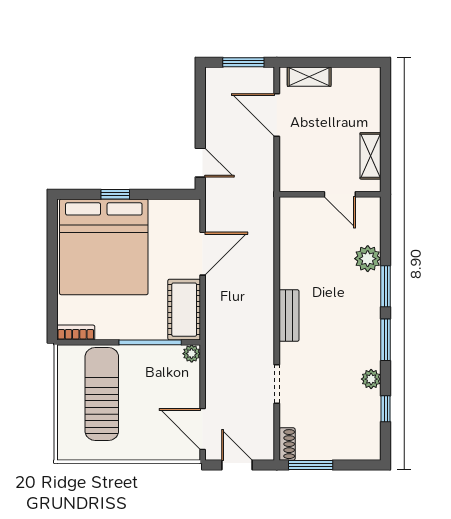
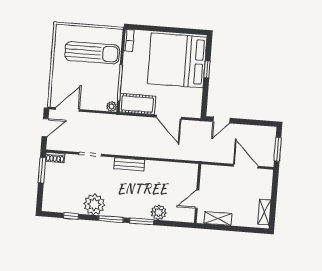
shelving: (309, 77) -> (264, 212), moved
door: (277, 115) -> (246, 166), hinge flipped
plant: (371, 379) -> (94, 204), width x1.87, depth x1.87

